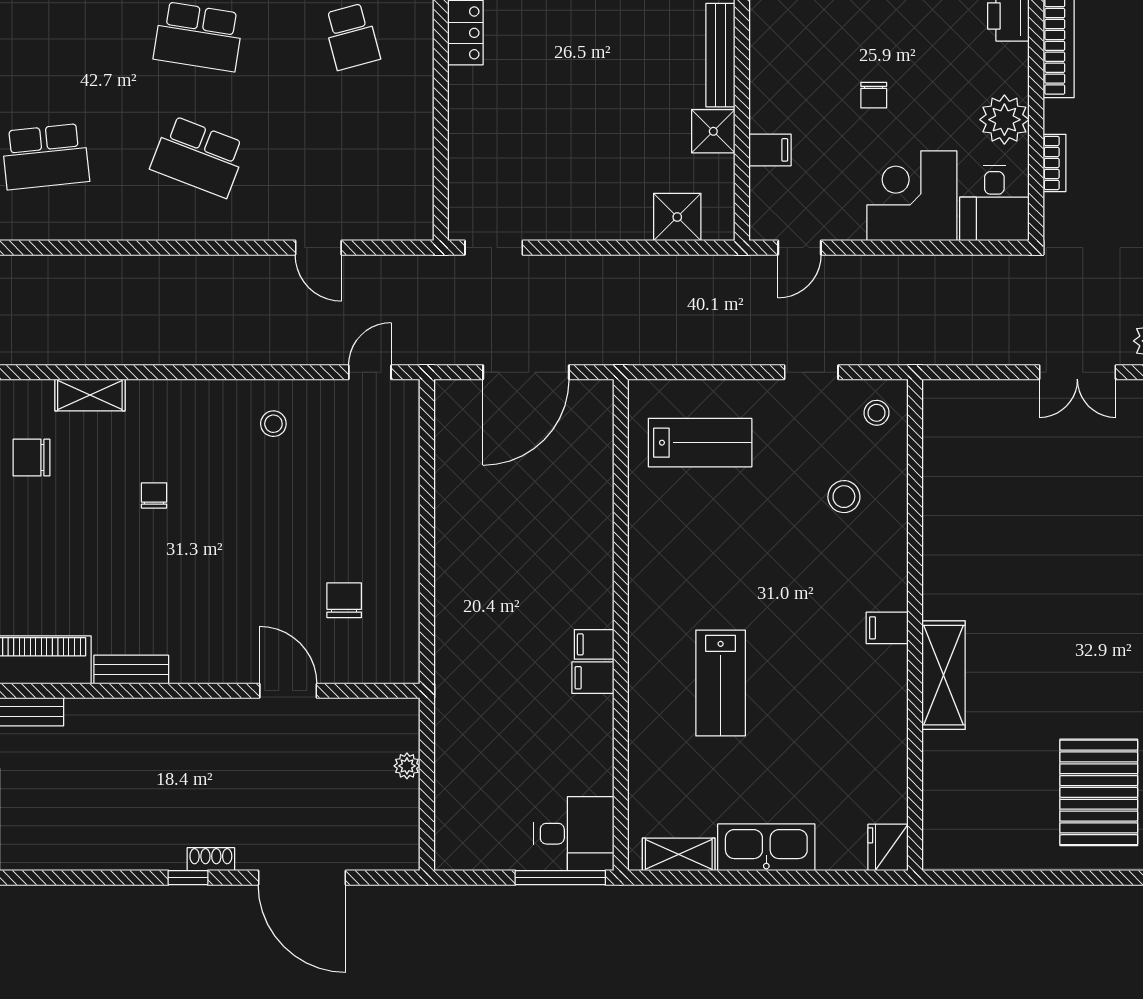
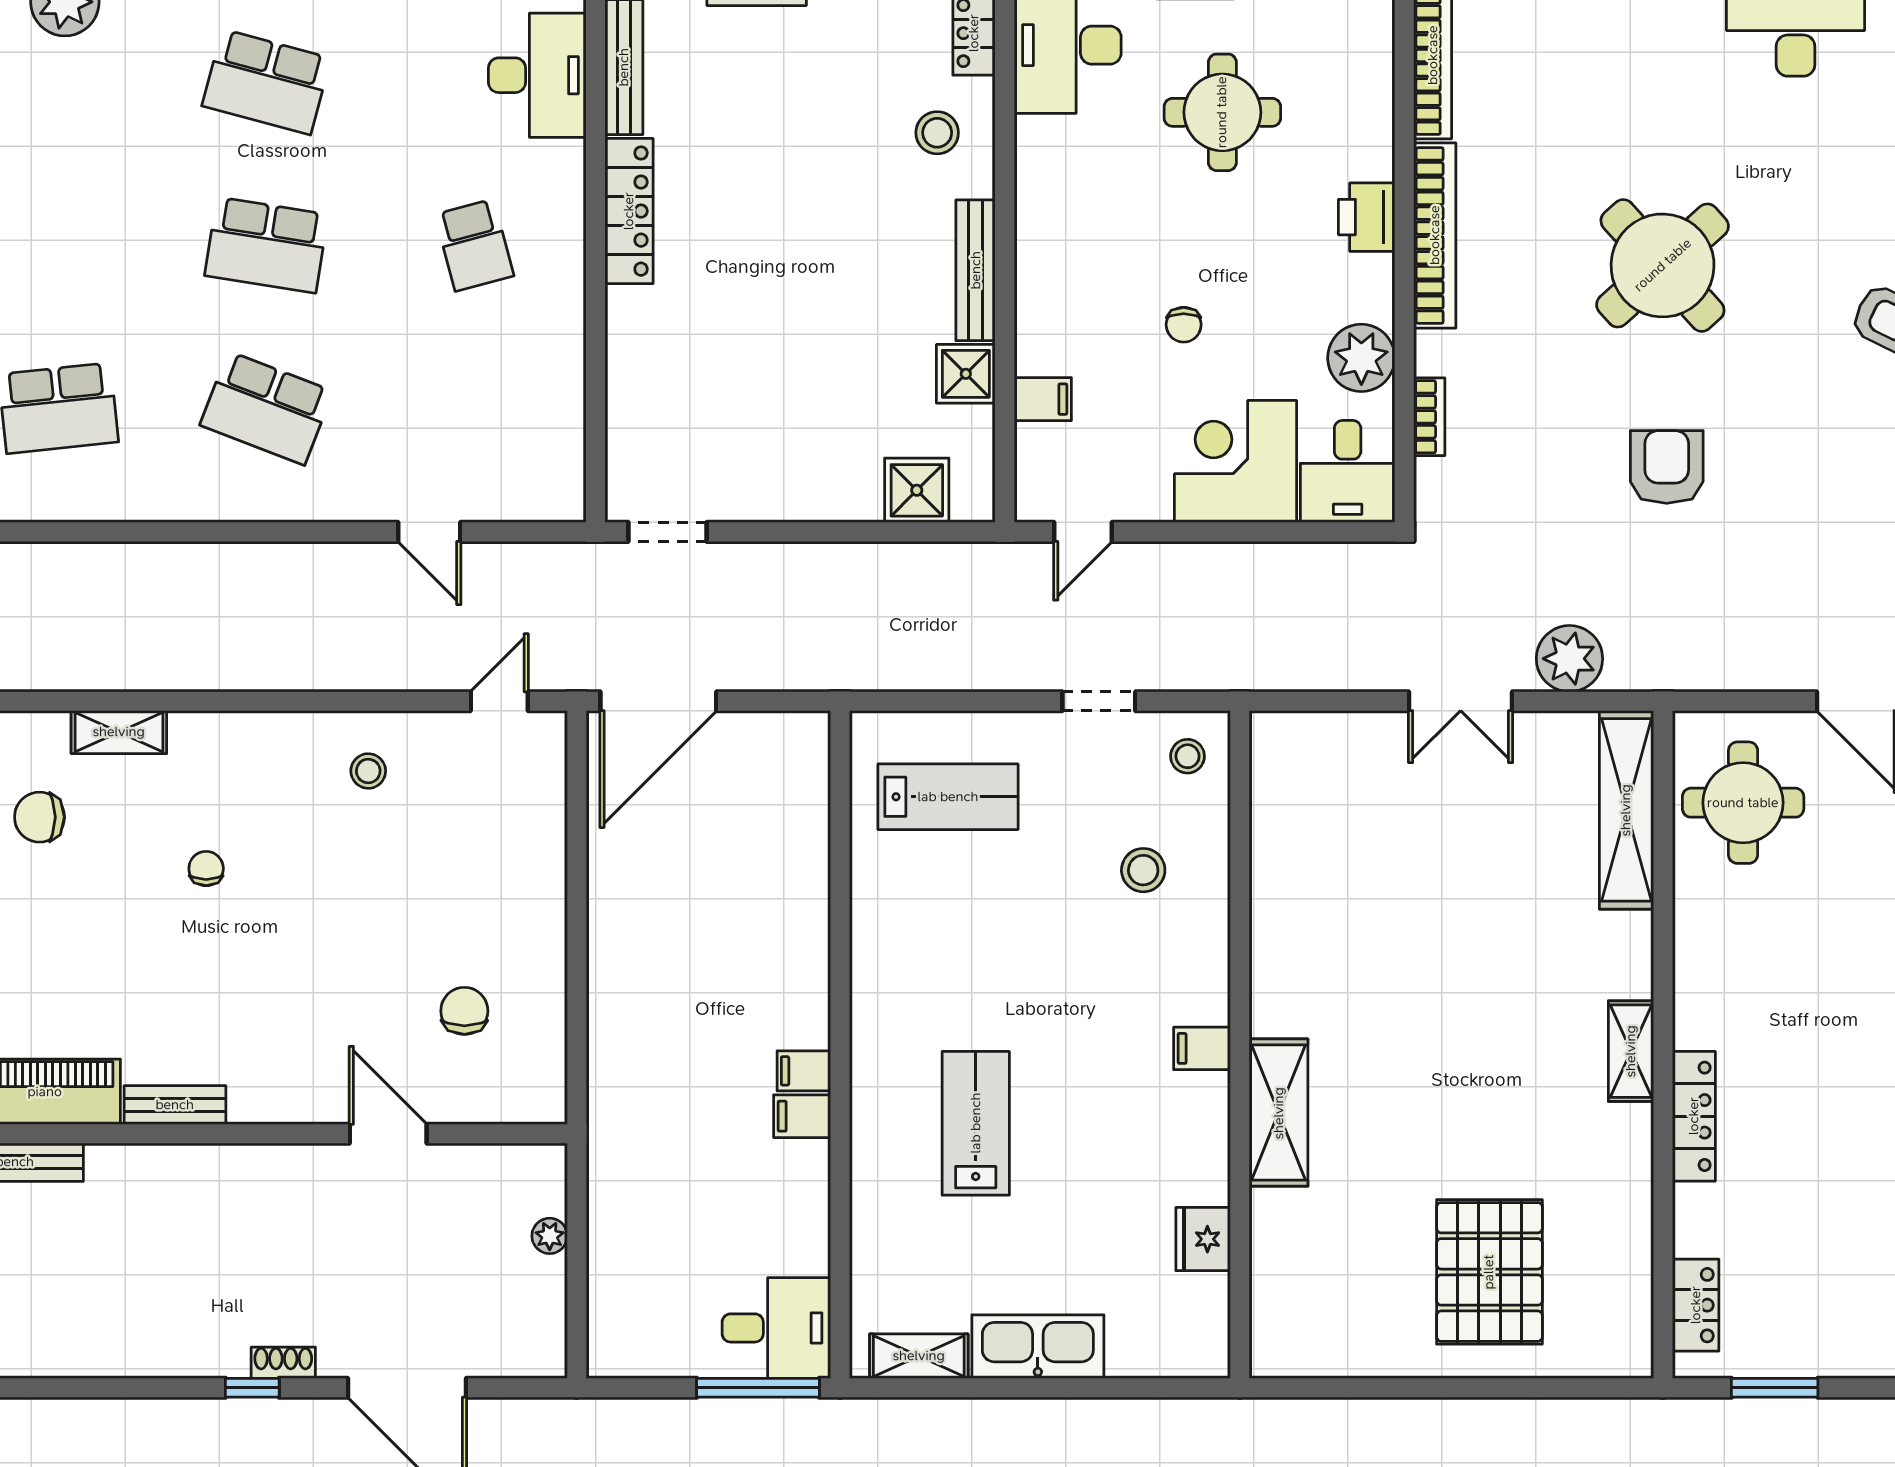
door: (526, 372) -> (658, 701), moved
lab bench: (721, 683) -> (976, 1123), turned 180
fridge: (888, 847) -> (1203, 1239), moved

